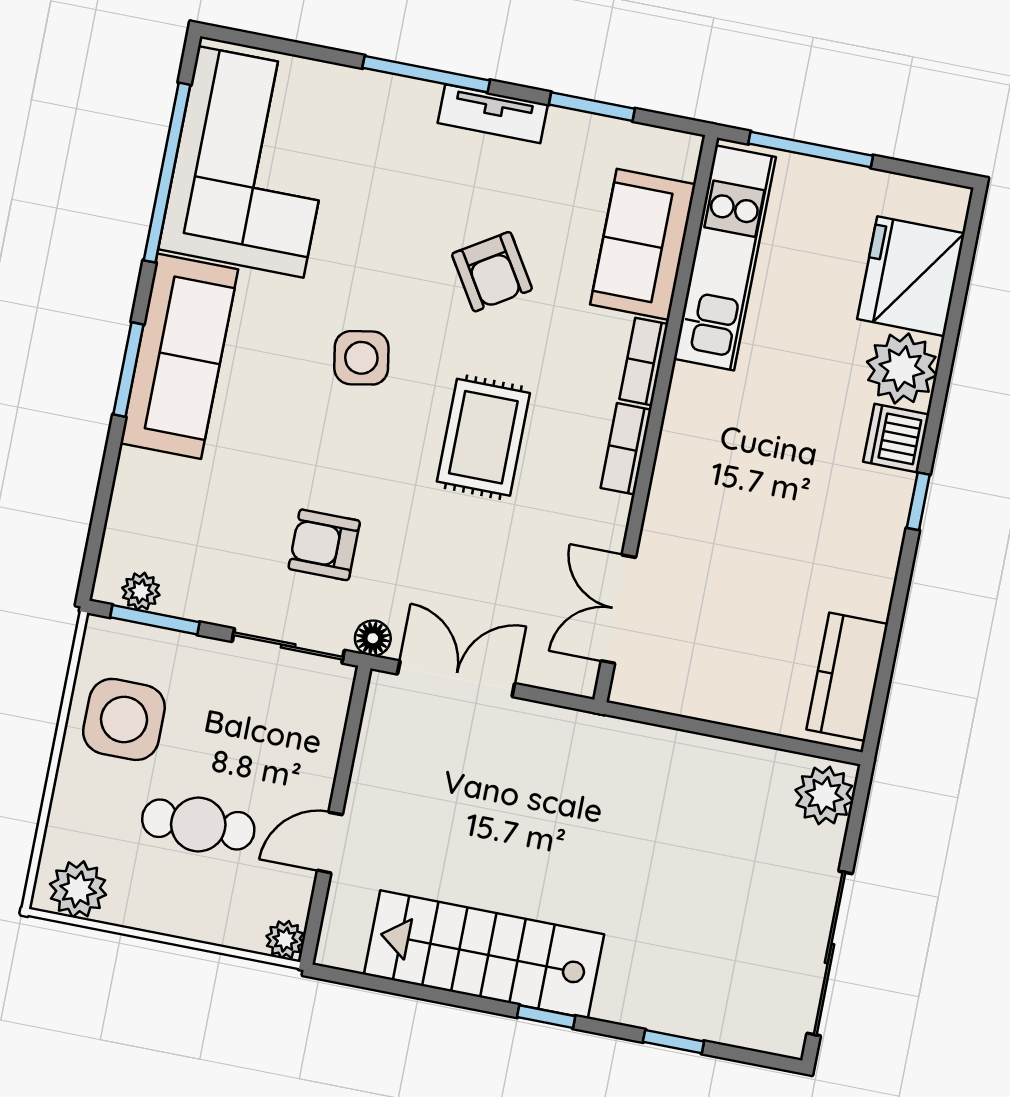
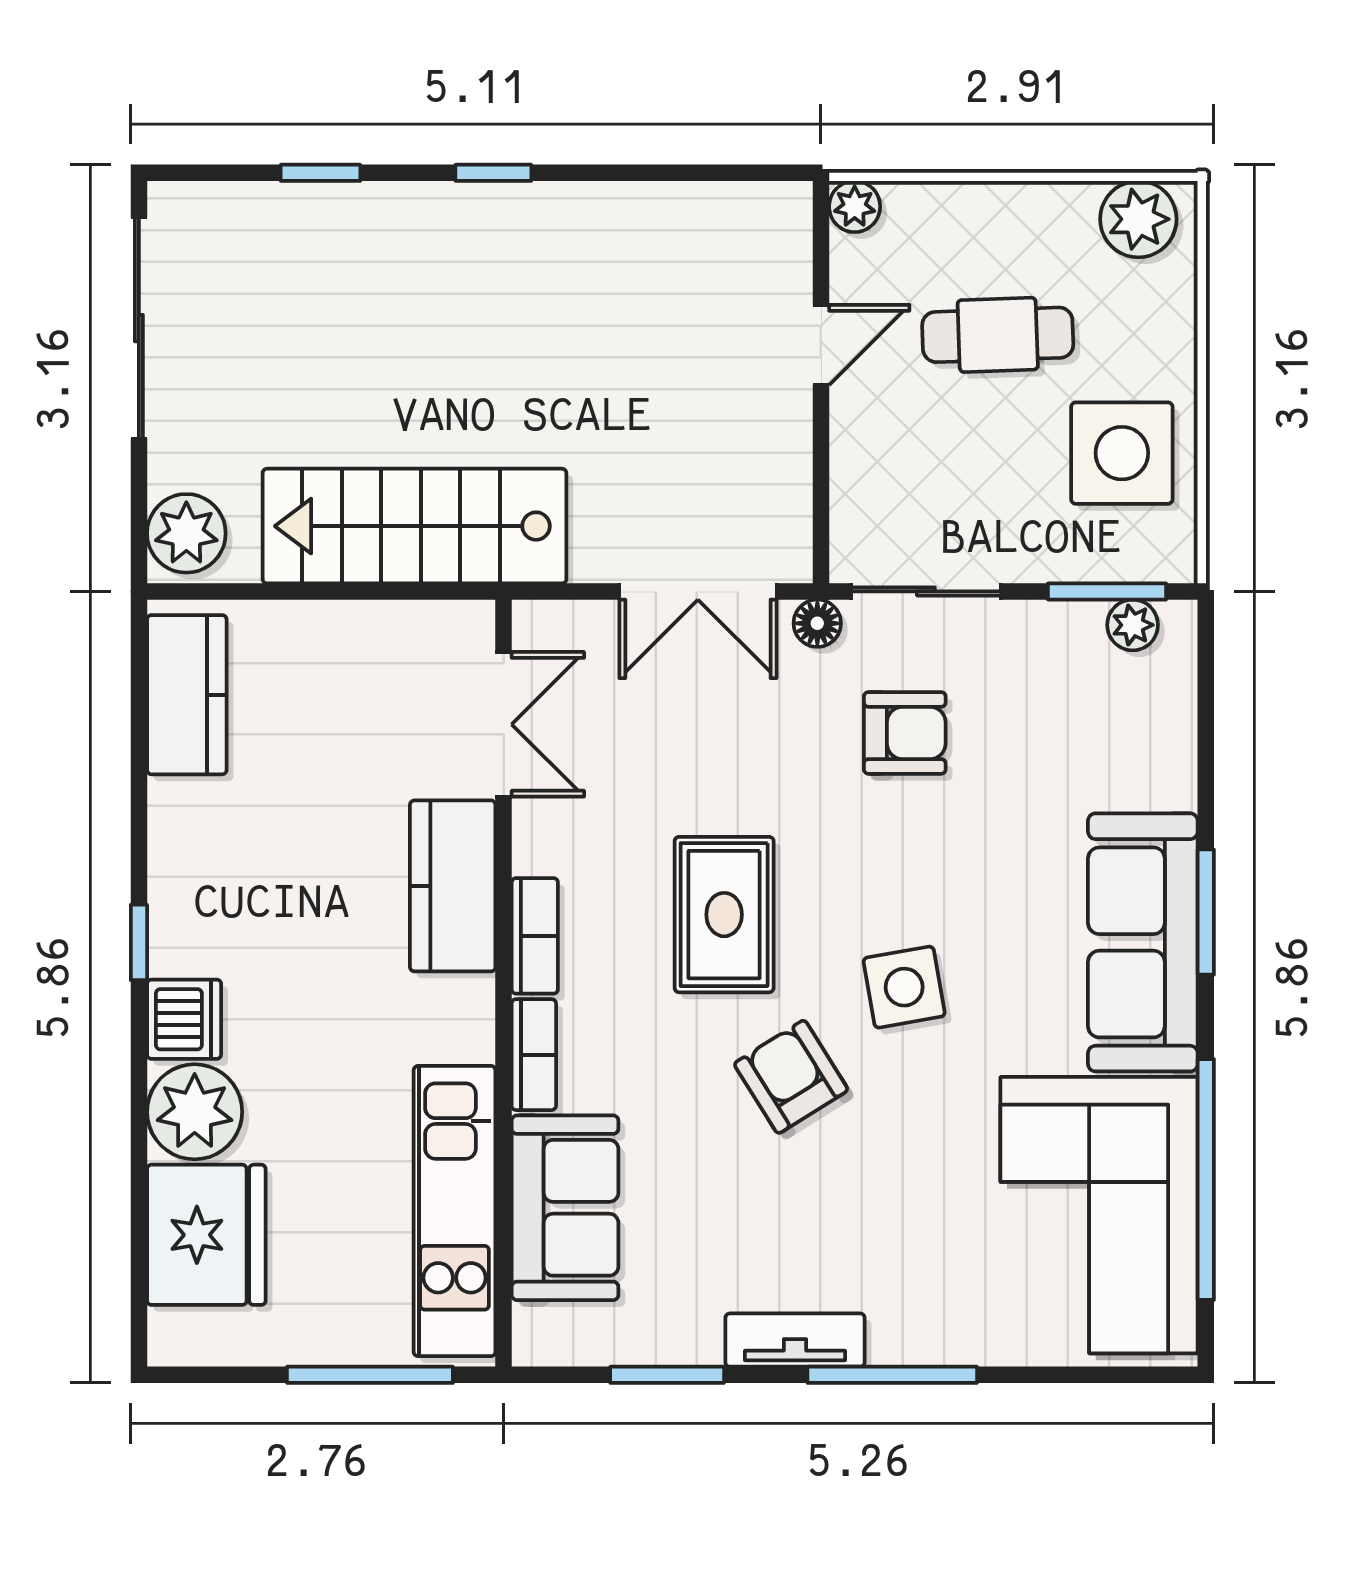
armchair: (492, 272) -> (791, 1077), moved
kitchen counter: (679, 497) -> (453, 886), added
stairs: (484, 954) -> (414, 526), moved, turned 180

